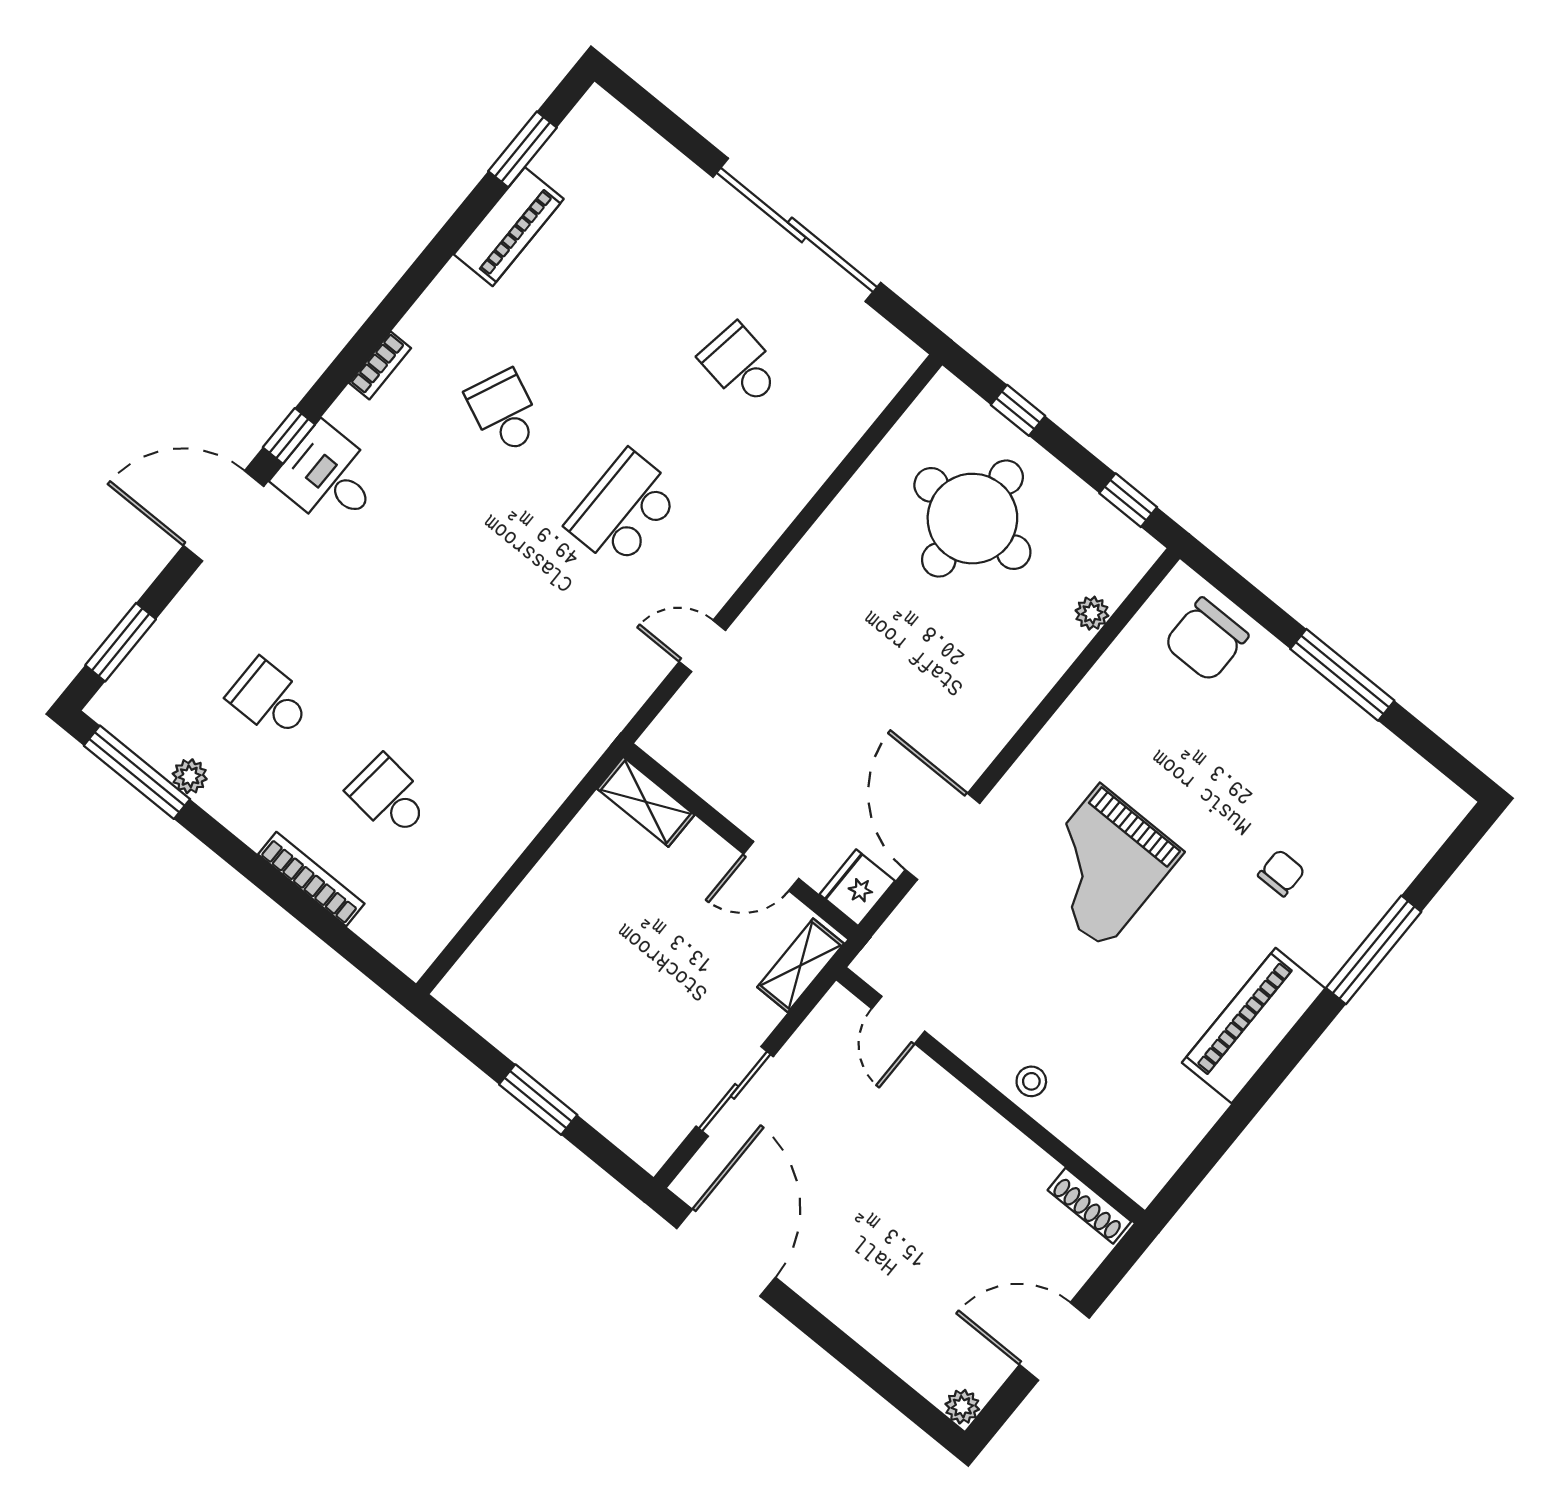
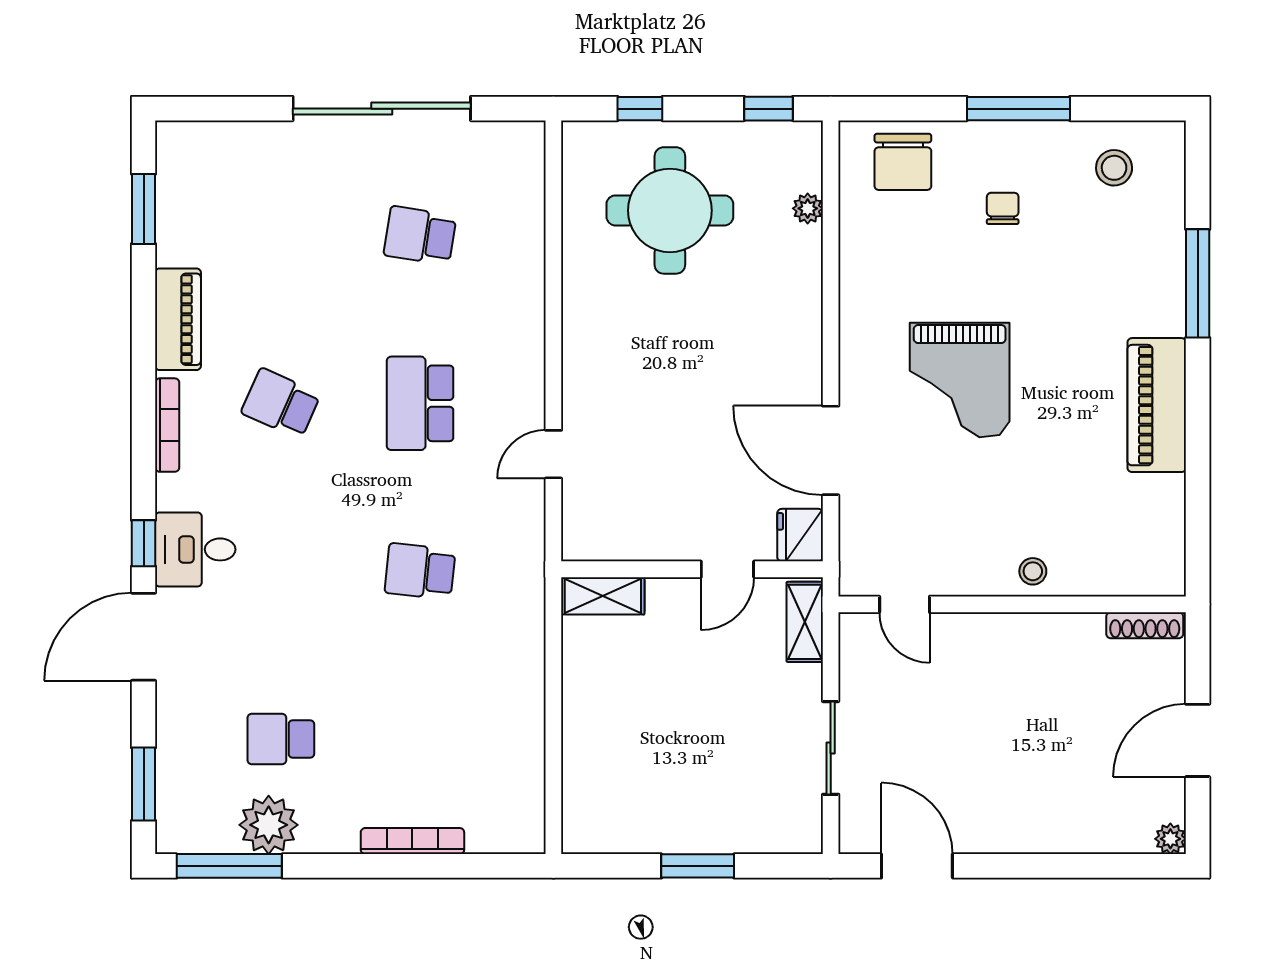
piano: (509, 227) -> (178, 319), moved
bookcase: (380, 366) -> (167, 425), width x1.56
plant: (190, 776) -> (269, 825), width x1.88, depth x1.88
stool: (1383, 792) -> (1114, 168), added
school desk: (389, 797) -> (420, 571), moved
chair: (1281, 873) -> (1003, 208), moved
door: (726, 1253) -> (917, 866), width x0.73

